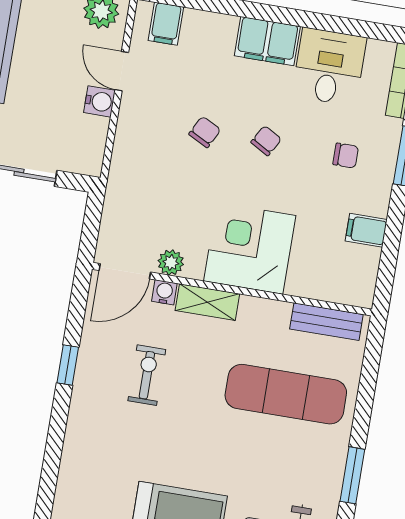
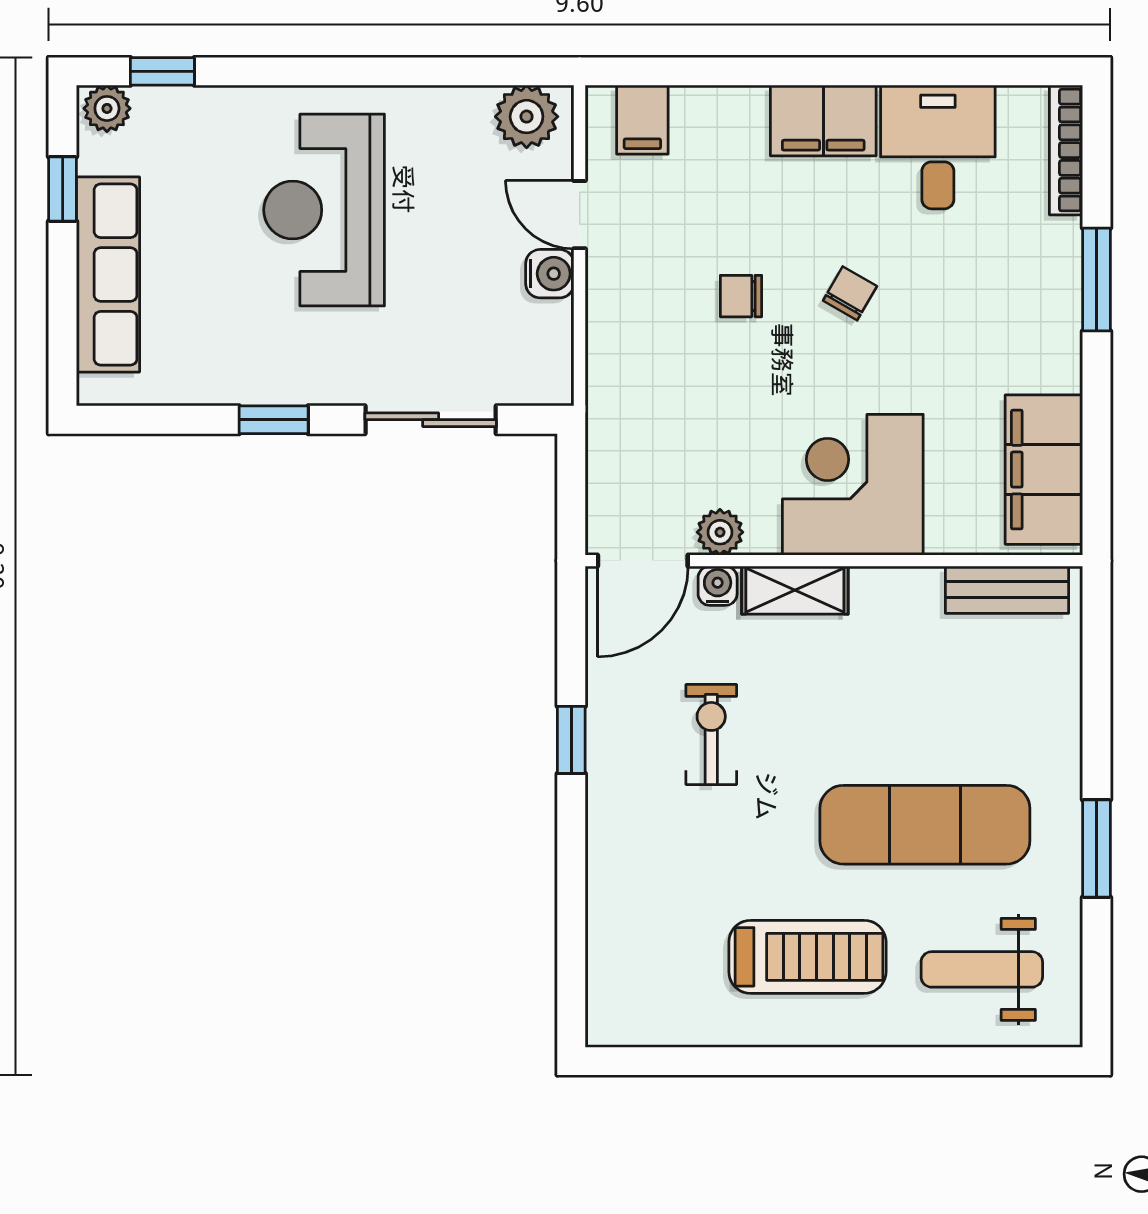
chair: (205, 132) -> (741, 296), turned -117
chair: (346, 155) -> (992, 296), removed
filing cabinet: (366, 230) -> (1044, 470), width x3.00, depth x1.17
exercise mat: (286, 394) -> (925, 825), moved

